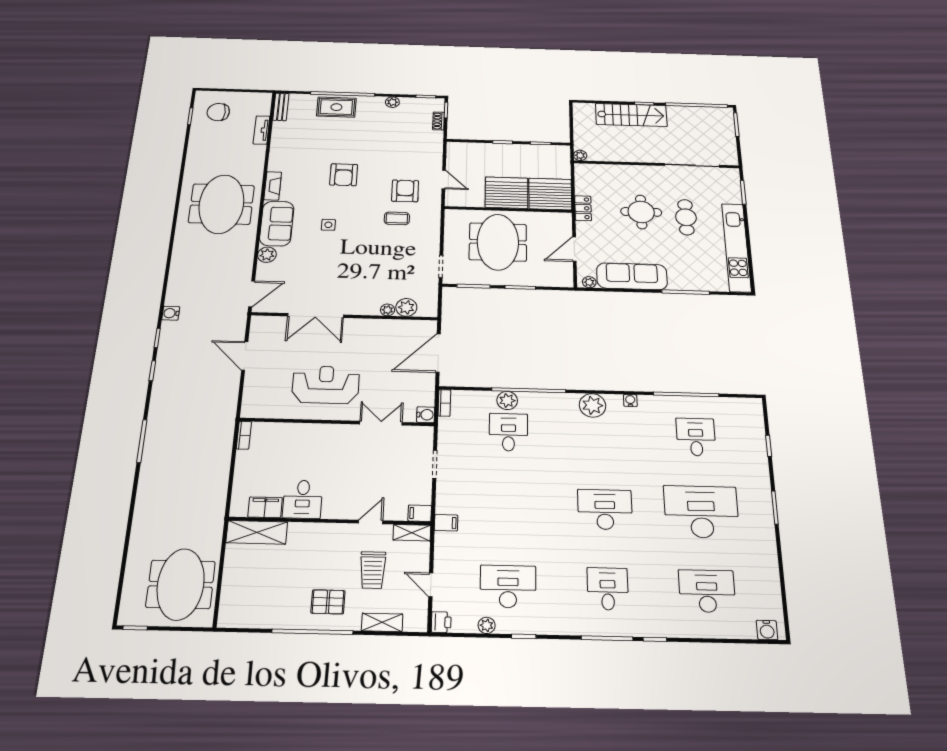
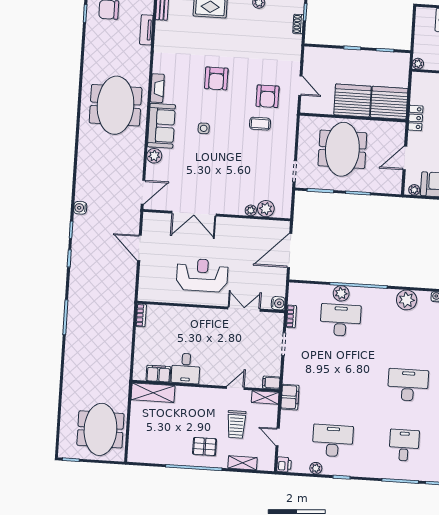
armchair: (405, 191) -> (268, 96), turned 180
bookcase: (444, 403) -> (291, 316), moved
desk: (508, 432) -> (340, 320), width x1.37
filing cabinet: (446, 523) -> (290, 397), width x2.00

